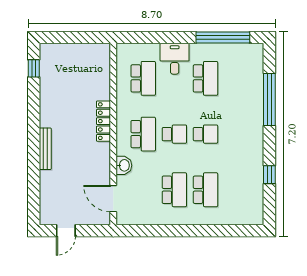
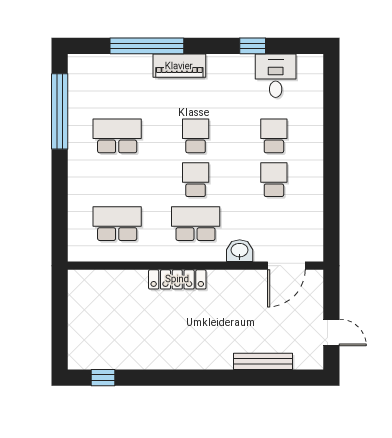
desk: (175, 59) -> (276, 76), moved, turned 90
piano: (255, 123) -> (179, 66), added
bench: (45, 149) -> (263, 361), moved
school desk: (174, 190) -> (274, 180), width x0.54
school desk: (205, 190) -> (274, 136), width x0.54

